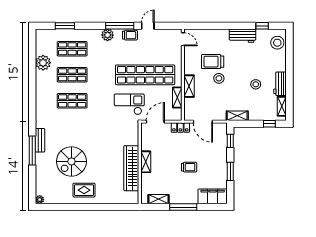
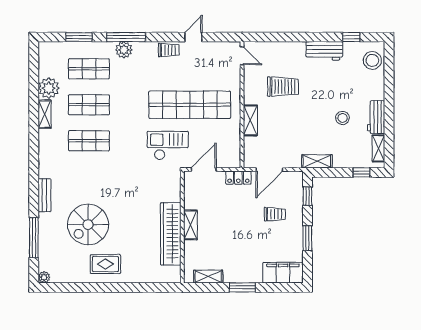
window: (120, 26) -> (126, 37), moved
plant: (108, 35) -> (124, 50), moved
trolley: (213, 62) -> (283, 87), turned 180
stool: (219, 78) -> (292, 110), removed
shelving: (177, 97) -> (45, 114), moved
door: (203, 122) -> (269, 170), hinge flipped
window: (32, 151) -> (34, 238), moved
trolley: (189, 167) -> (275, 214), moved
window: (183, 207) -> (242, 287), width x0.69

